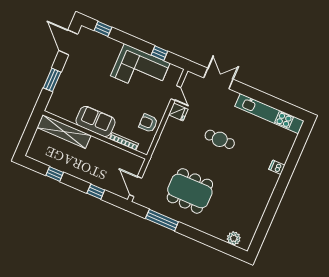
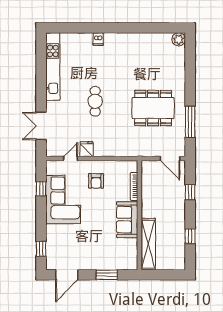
armchair: (148, 123) -> (96, 181), moved
door: (136, 187) -> (170, 158), hinge flipped
dining table: (190, 191) -> (153, 108), turned 90
plant: (234, 238) -> (179, 39), moved

